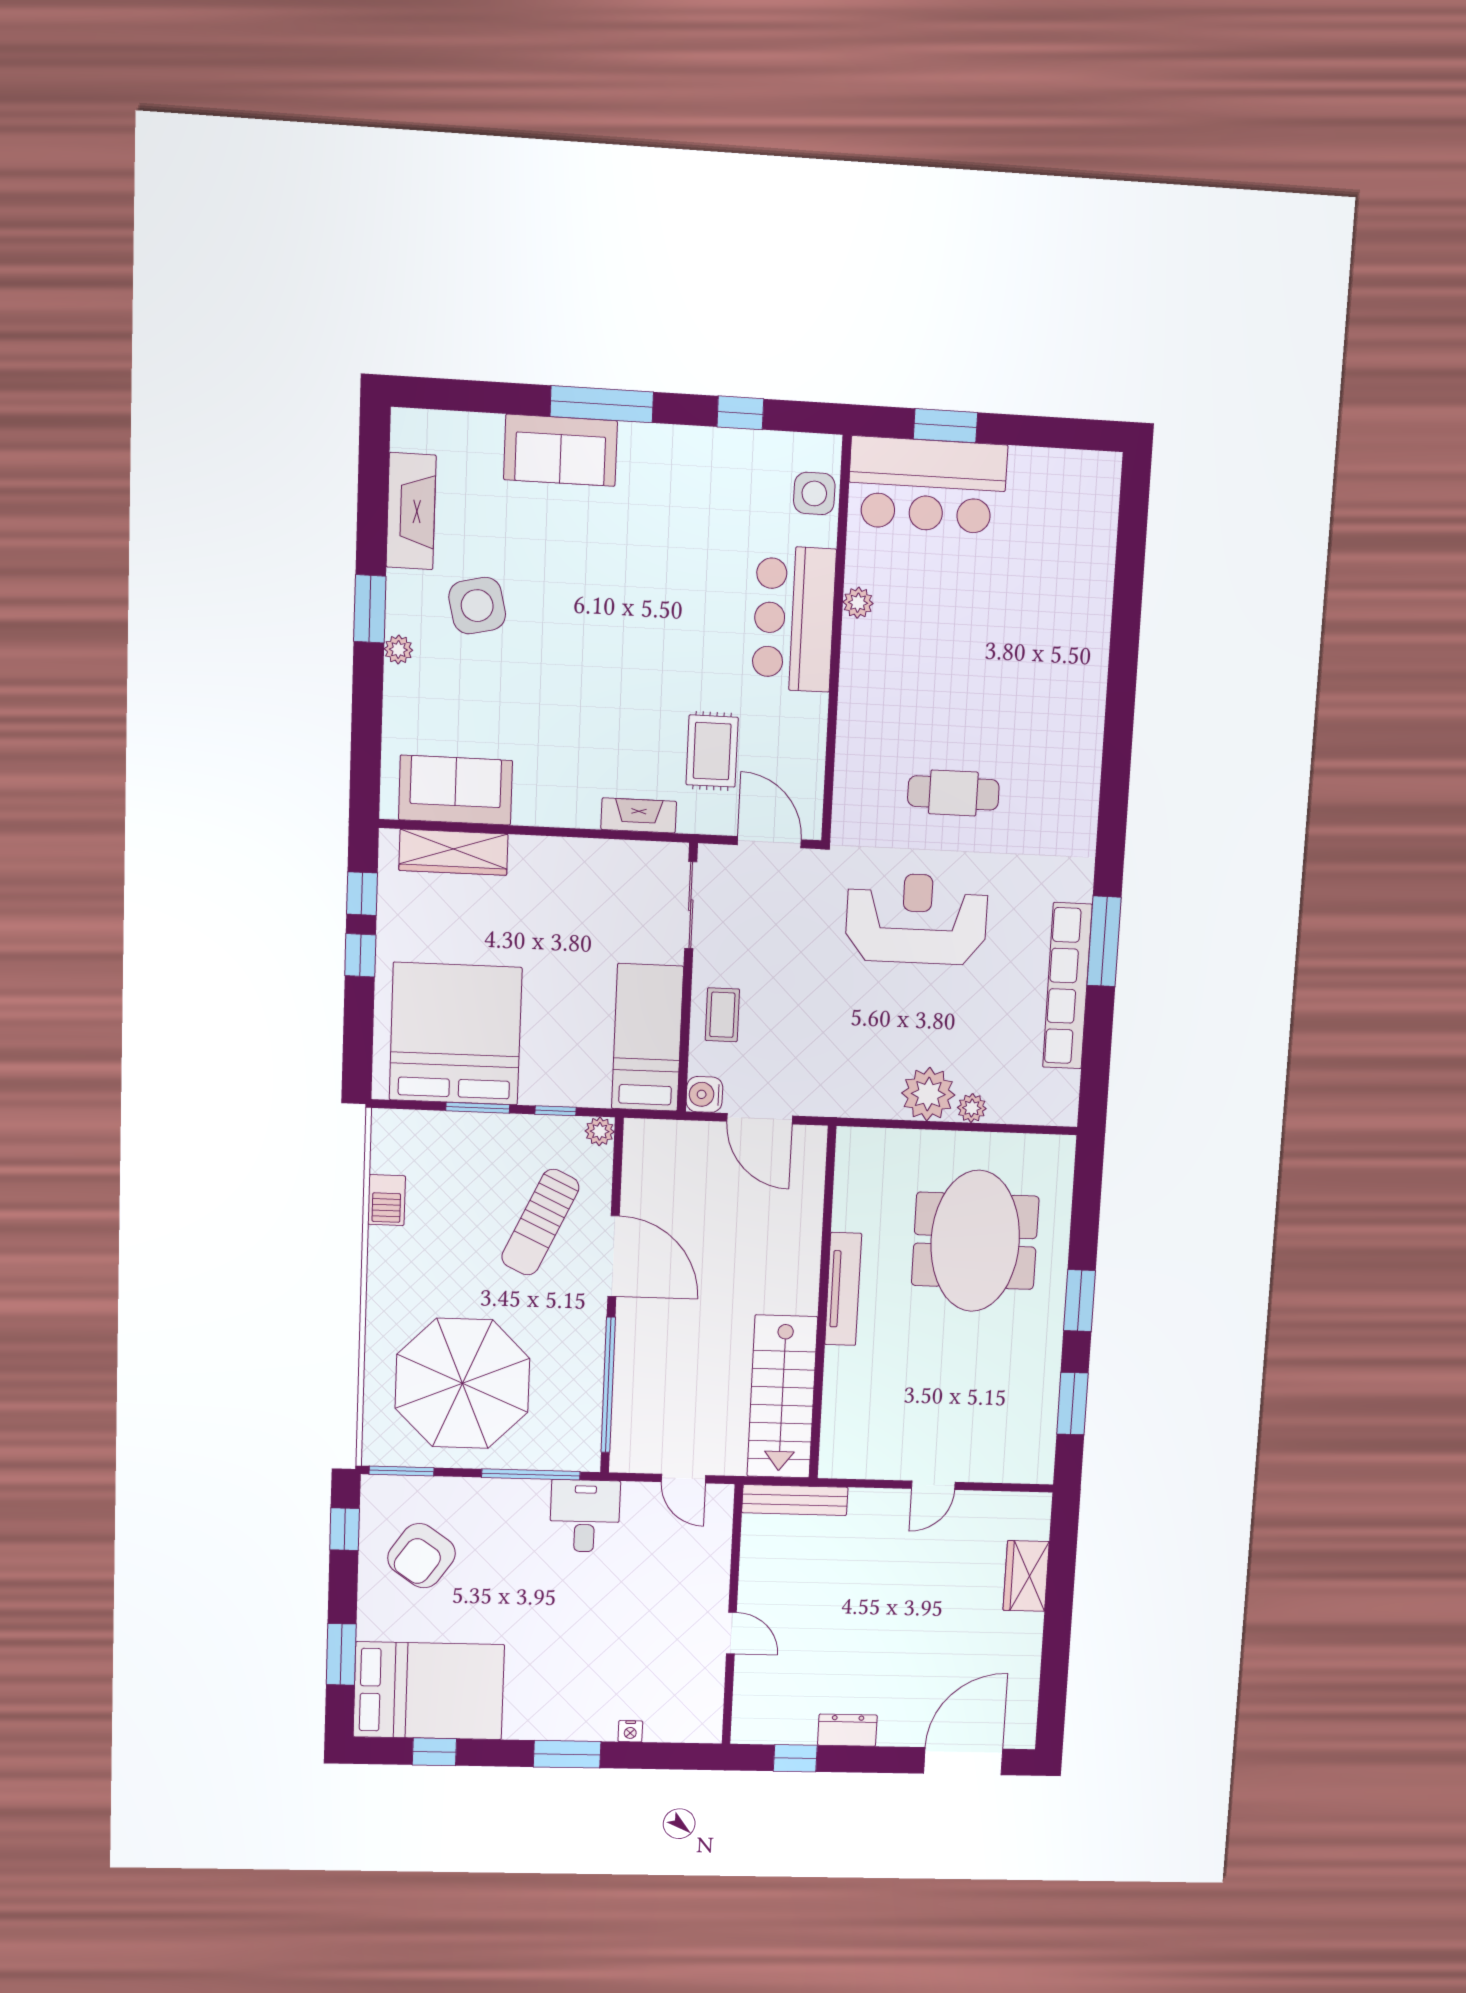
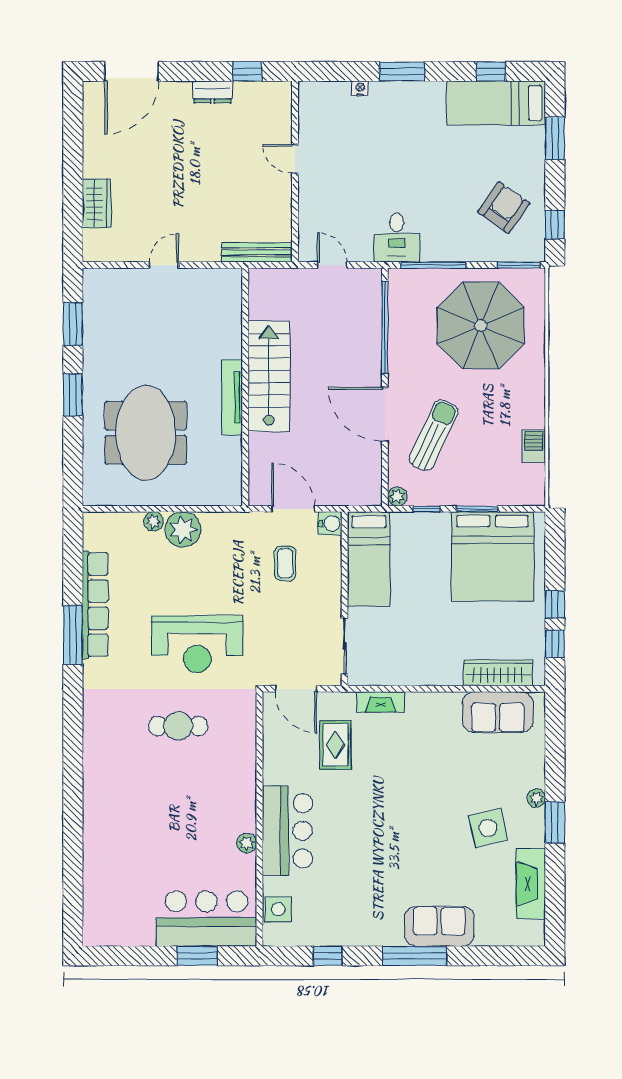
coffee table: (722, 1015) -> (285, 563), moved
stairs: (782, 1397) -> (269, 376), moved
bed: (429, 1691) -> (496, 103), width x0.67

